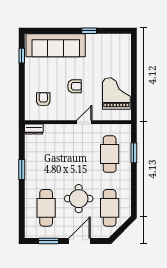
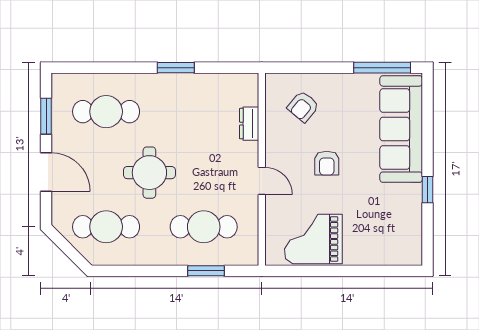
window: (22, 56) -> (382, 68), width x2.17
grand piano: (116, 94) -> (313, 239), turned 180
armchair: (43, 99) -> (303, 107), turned 130
dresser: (34, 129) -> (249, 124), moved
round table: (79, 199) -> (149, 173), moved

